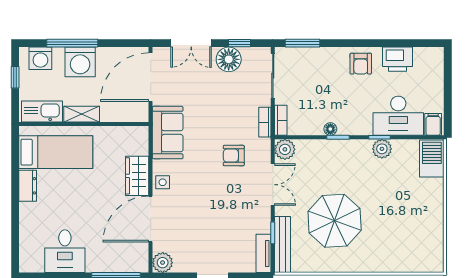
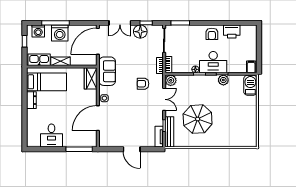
desk: (398, 116) -> (213, 62), moved
wardrobe: (137, 176) -> (91, 78), moved
plant: (163, 263) -> (104, 142), removed

